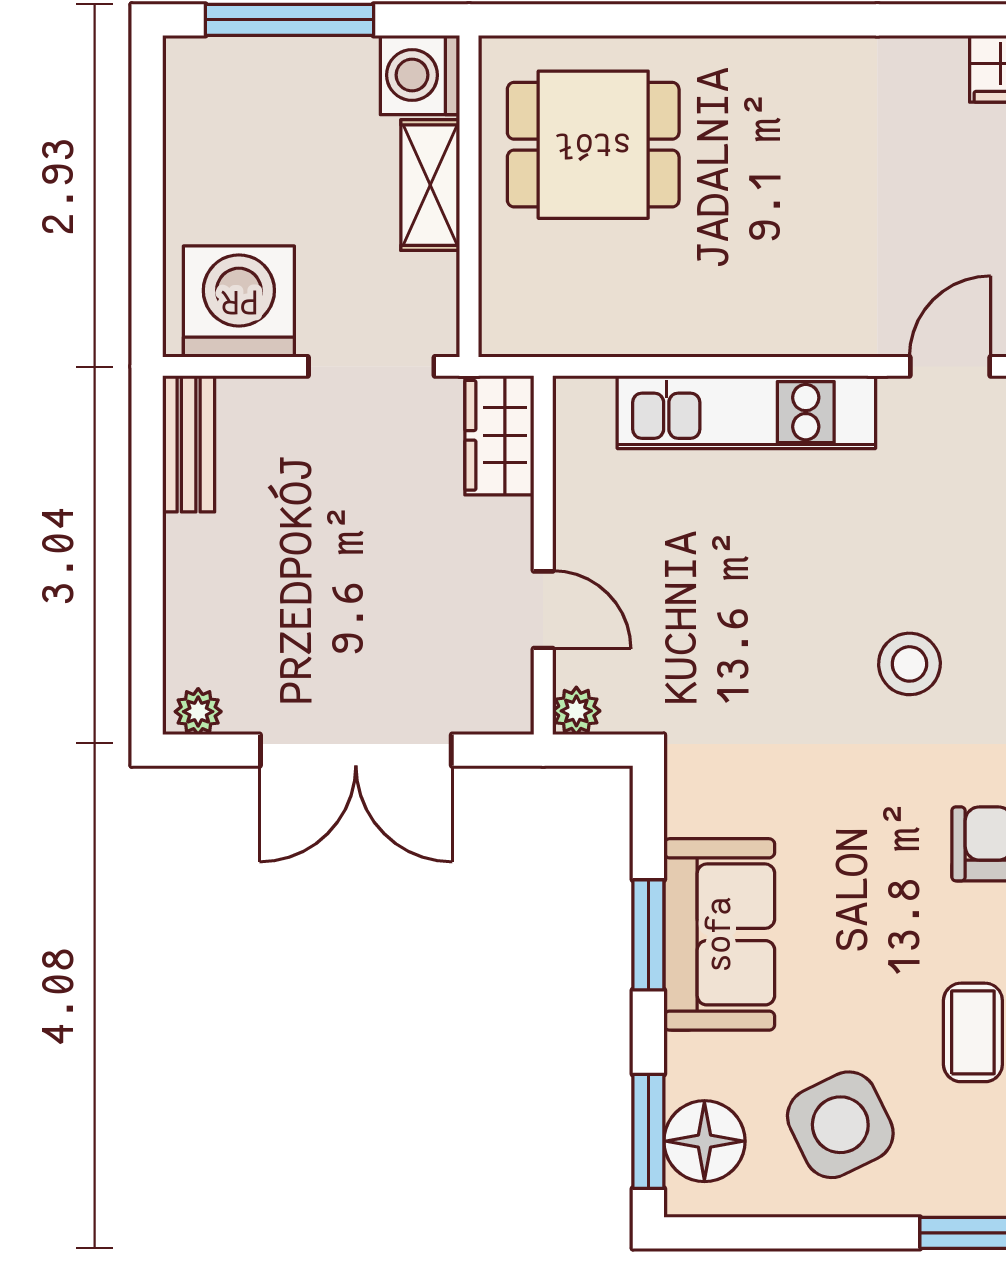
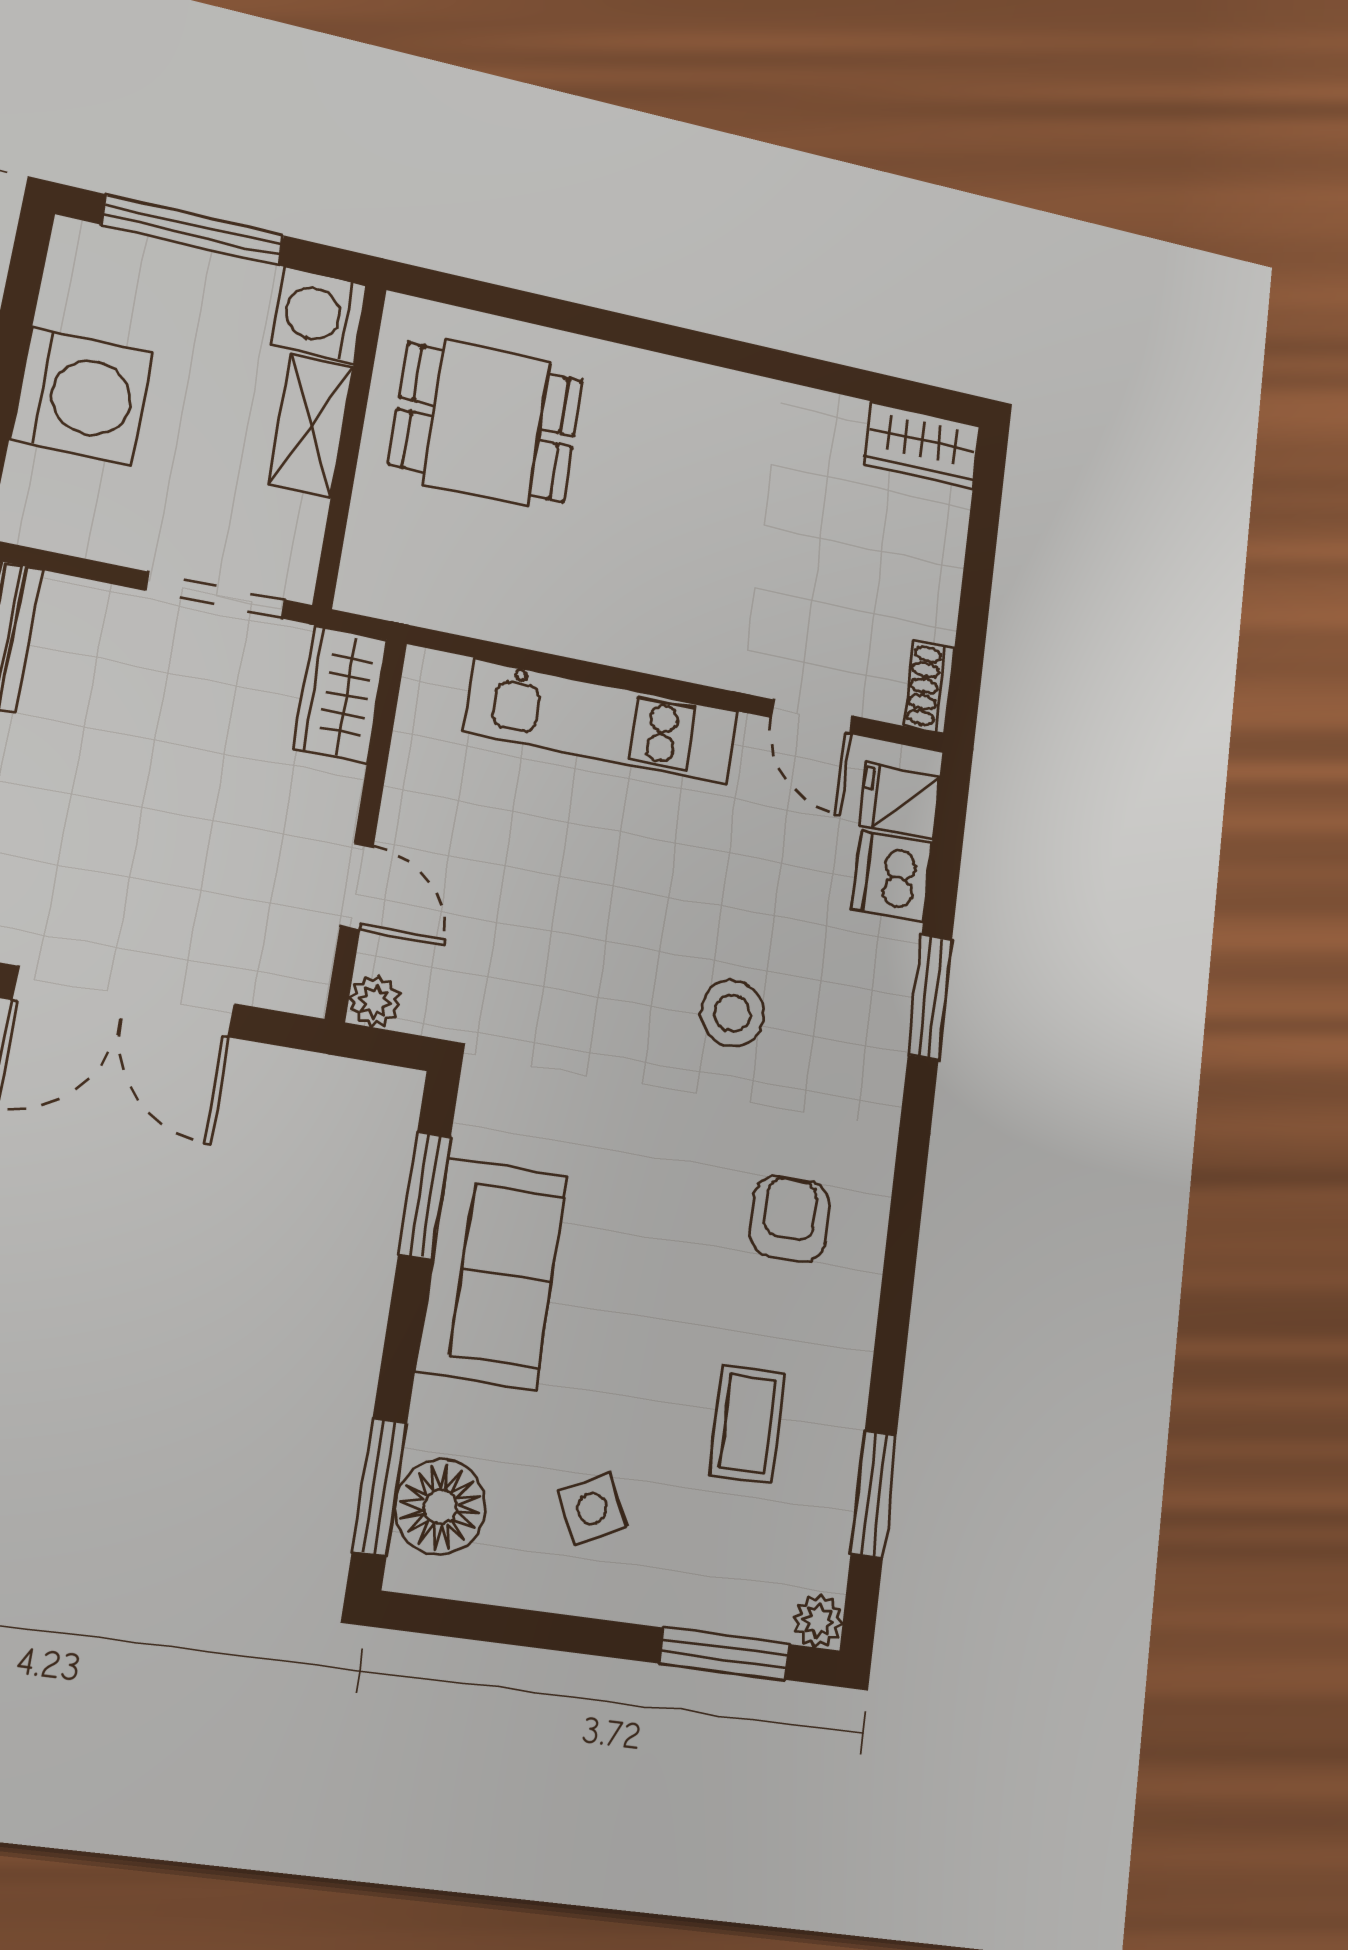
washing machine: (239, 302) -> (81, 396), moved, turned 90
door: (950, 366) -> (812, 717), swing flipped
window: (648, 935) -> (425, 1196), moved
side table: (840, 1125) -> (592, 1508), width x0.54, depth x0.54

